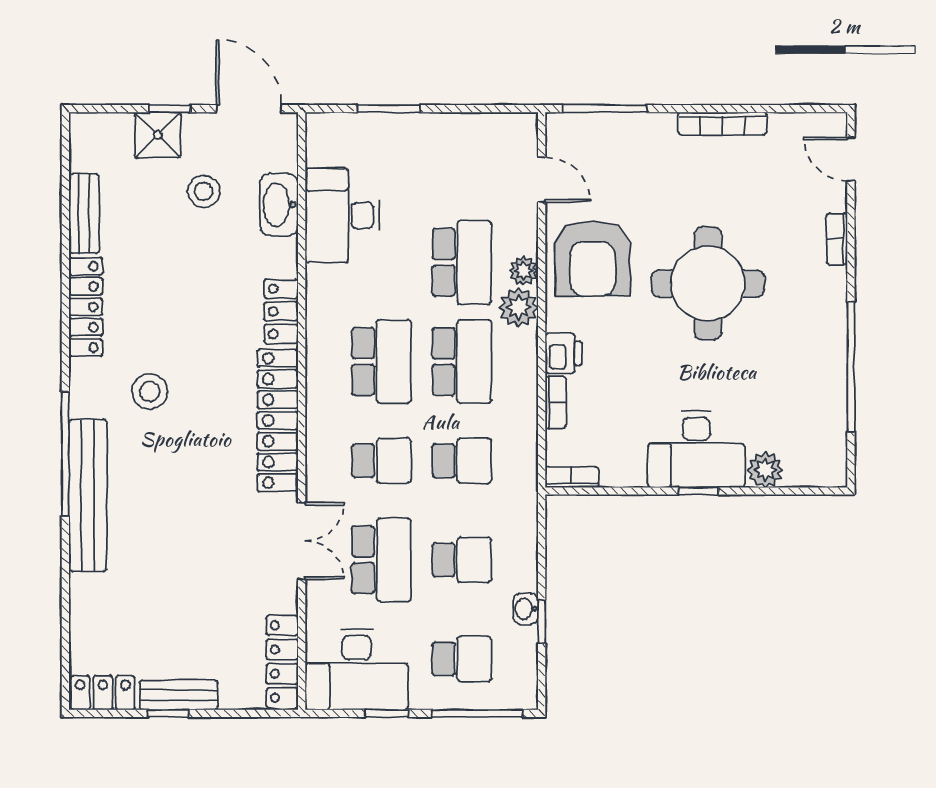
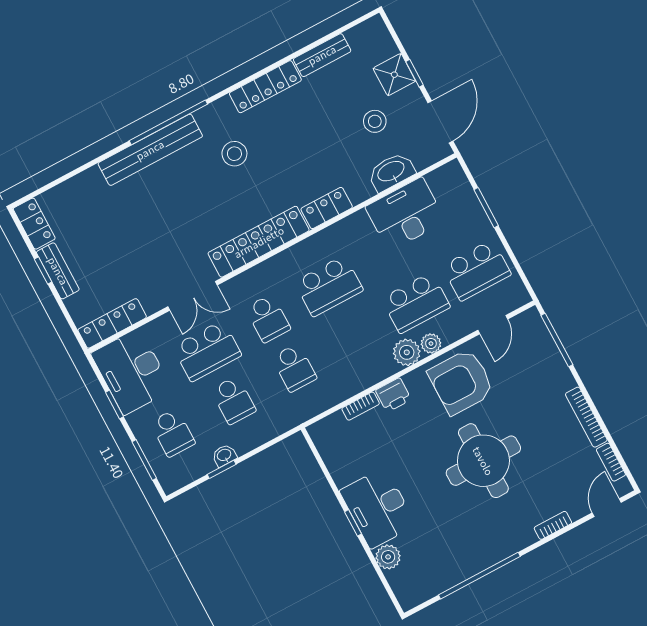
school desk: (462, 361) -> (477, 270), moved
bookcase: (572, 477) -> (611, 462), moved, turned 180
window: (477, 713) -> (144, 460), width x0.69

